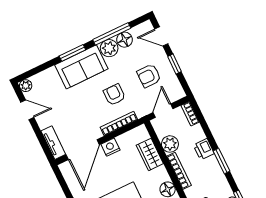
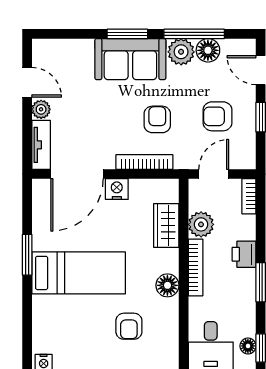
plant: (26, 86) -> (41, 109), moved

